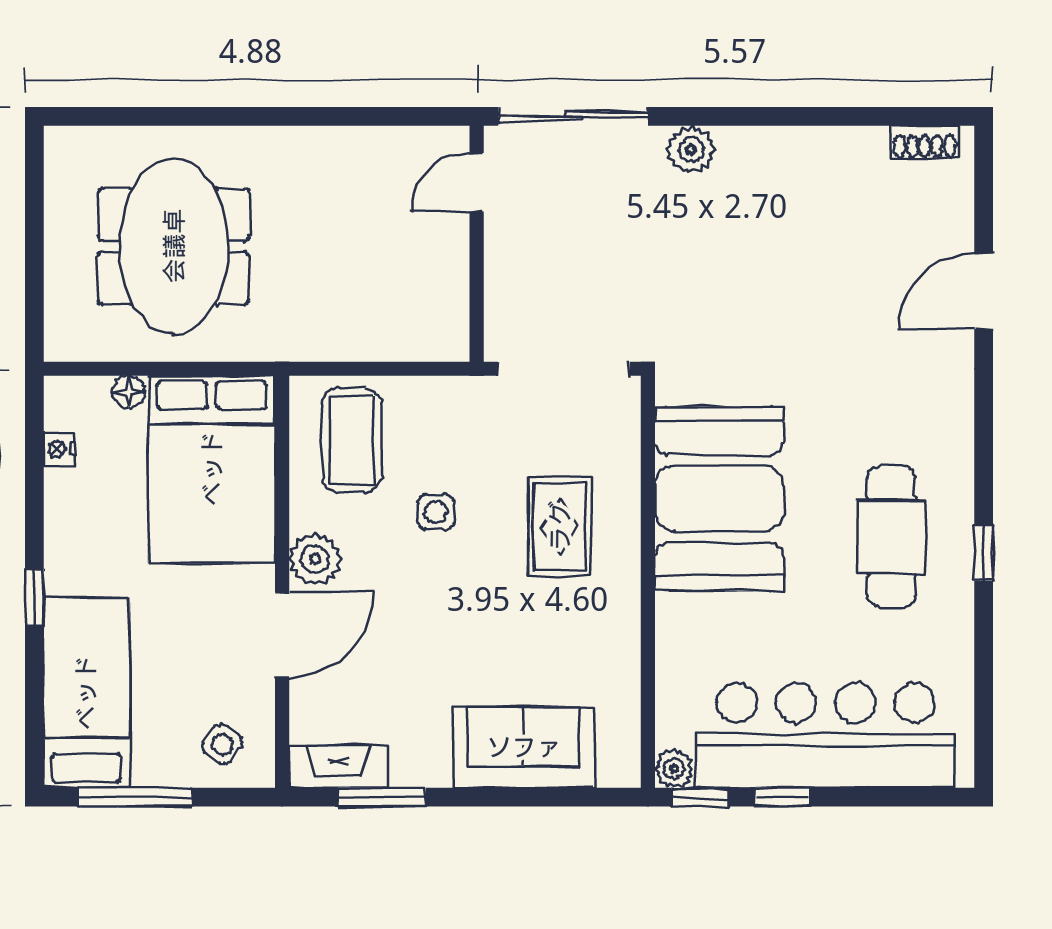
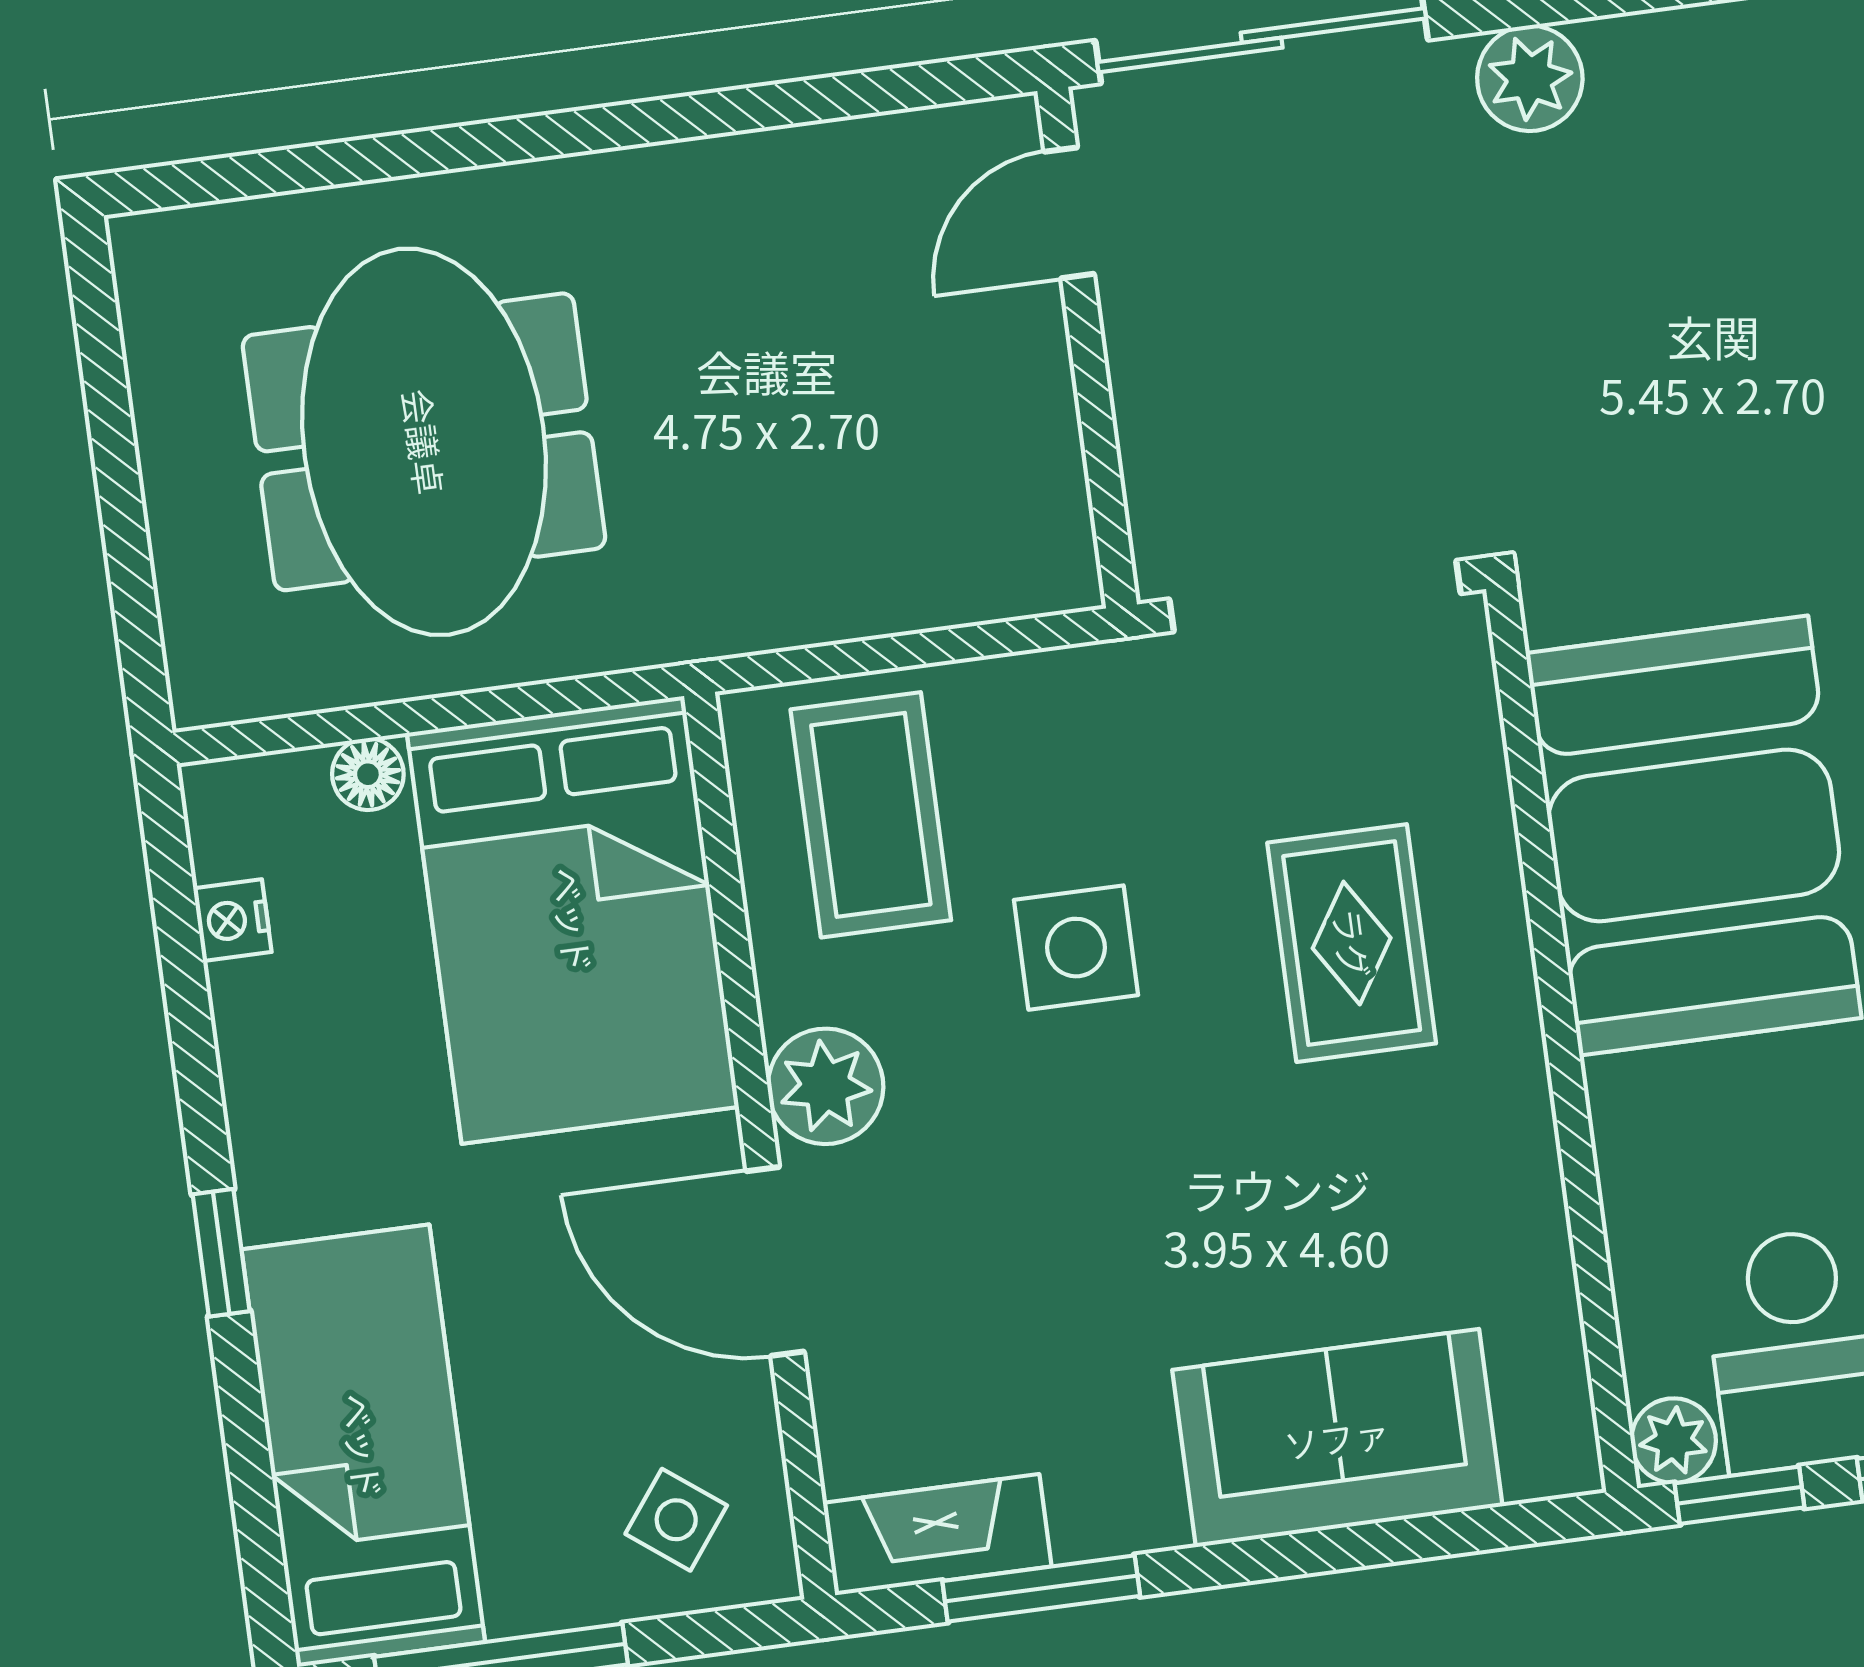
side table: (436, 512) -> (1076, 948), width x1.37, depth x1.37
door: (282, 635) -> (775, 1261), swing flipped

